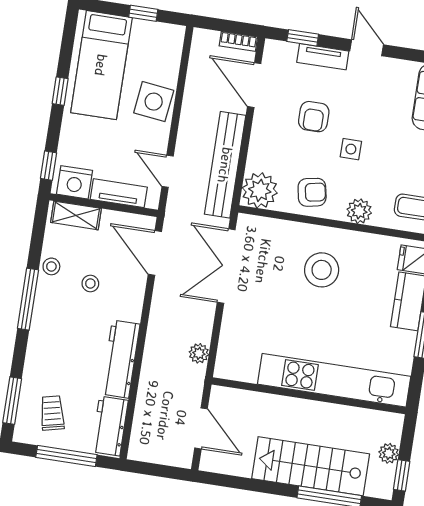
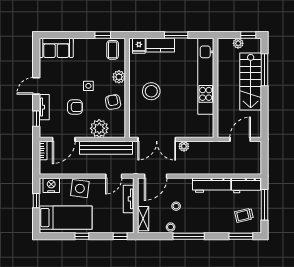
nightstand: (75, 182) -> (51, 185), moved, turned -90
plant: (260, 190) -> (99, 128), moved
plant: (199, 353) -> (184, 146), moved

